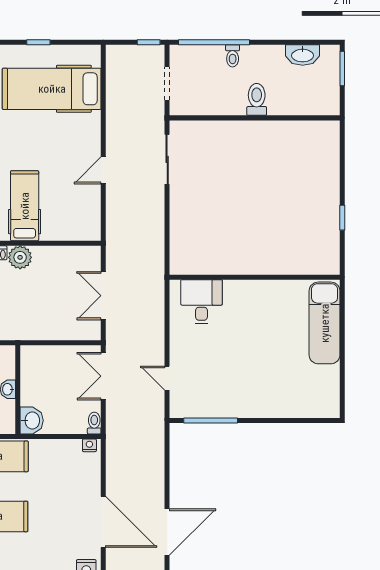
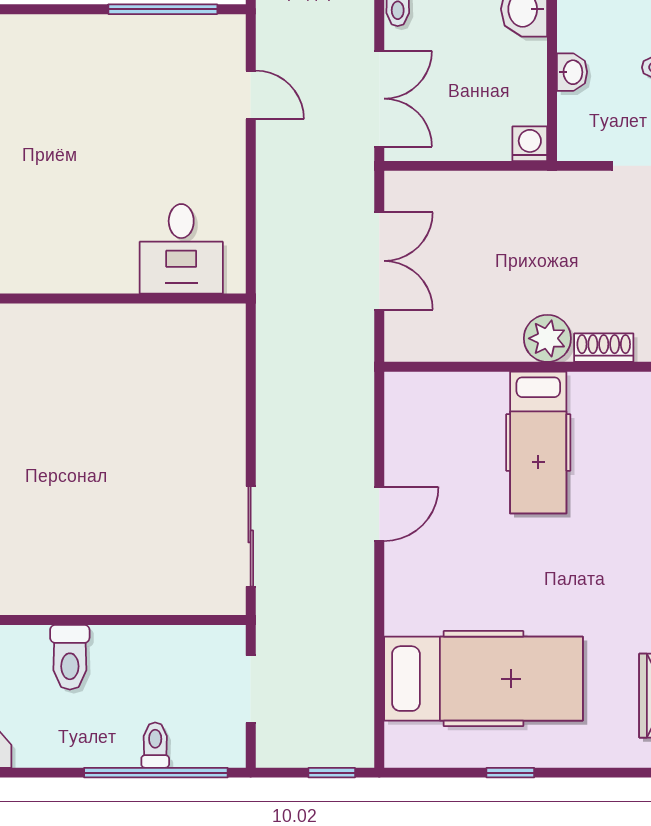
window: (149, 42) -> (332, 773), moved
toilet: (233, 56) -> (155, 745), moved
washing machine: (29, 354) -> (530, 144), added

